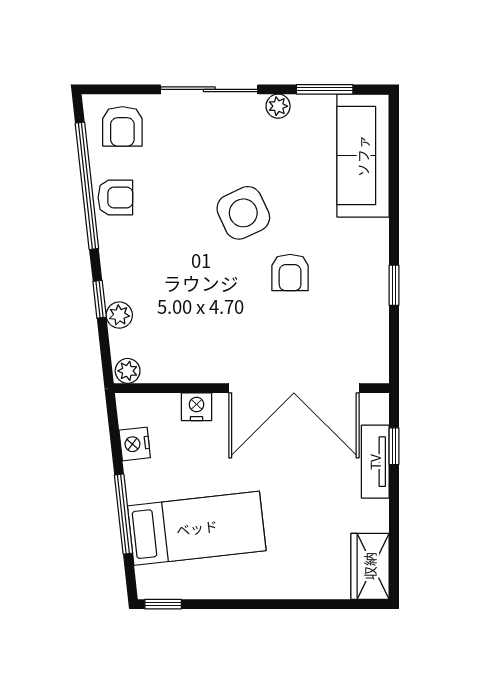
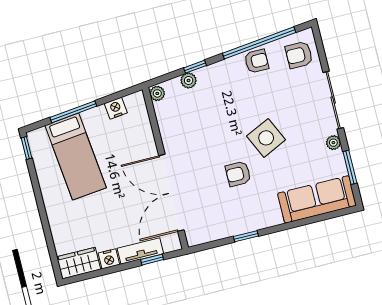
armchair: (115, 198) -> (256, 61), turned -90
nightstand: (197, 407) -> (109, 259), moved, turned 90

